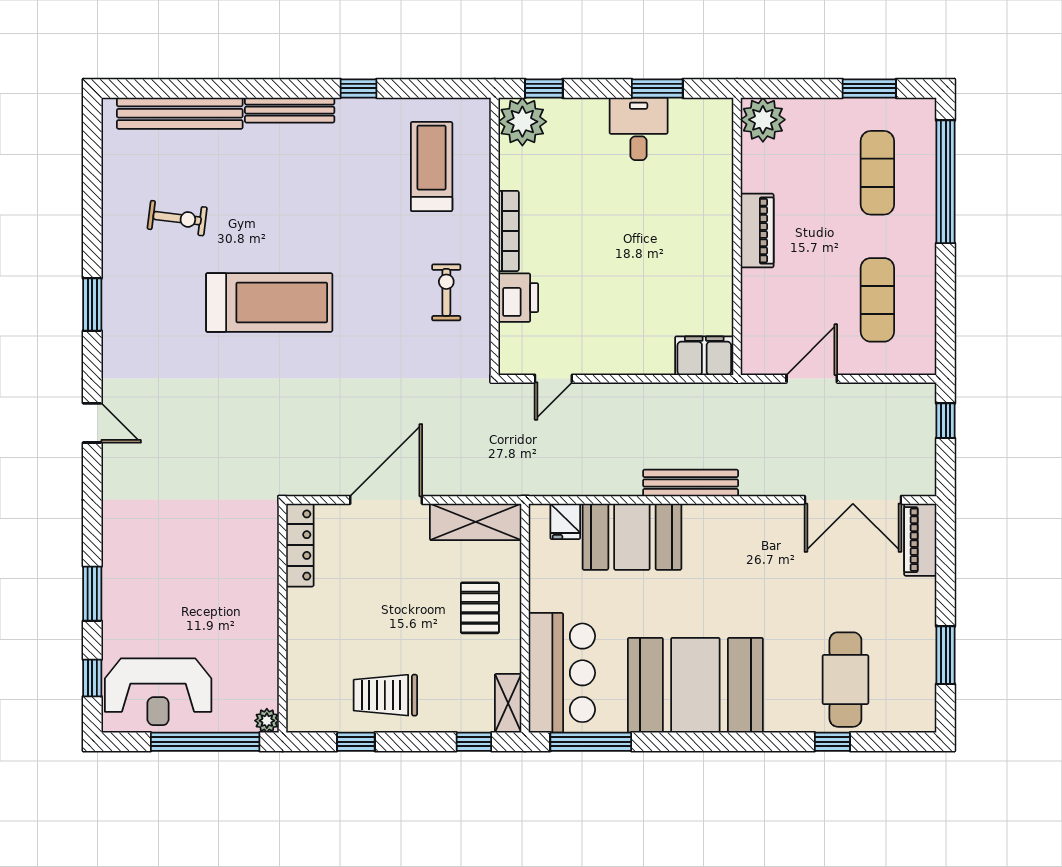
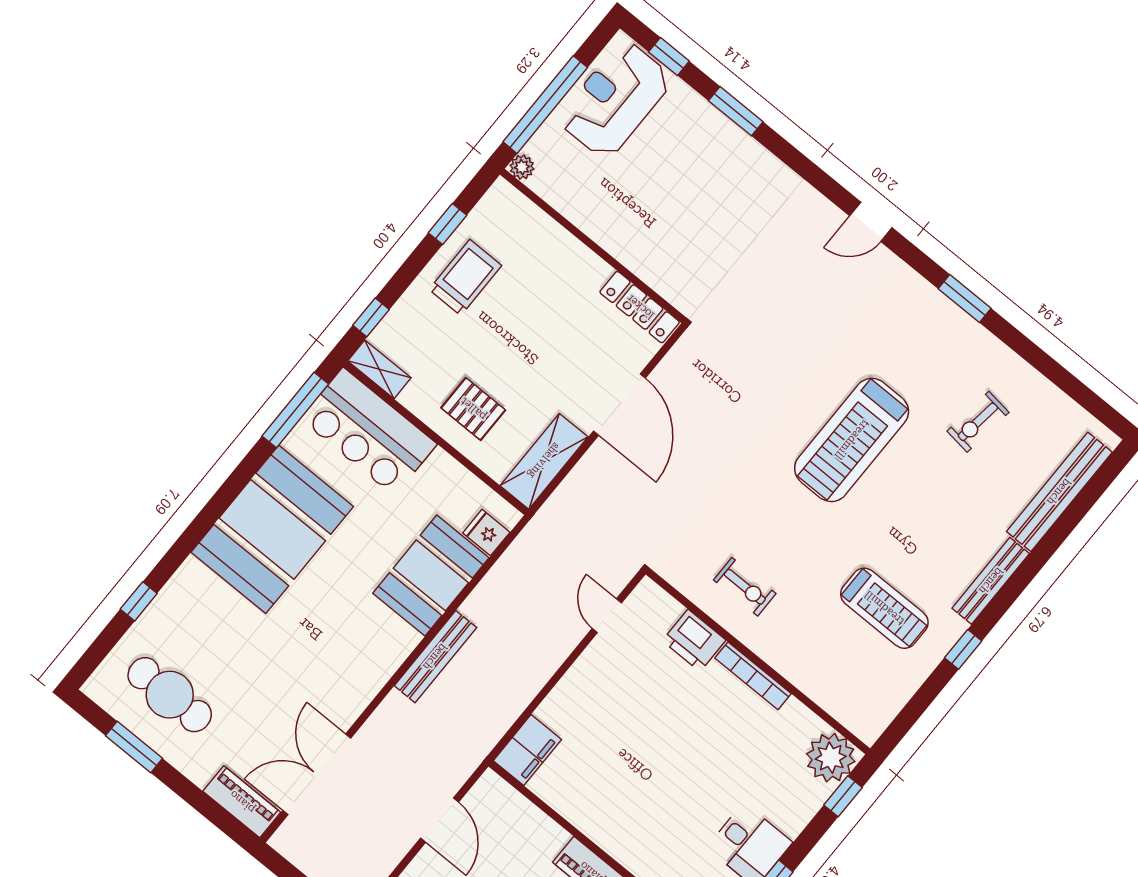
treadmill: (432, 167) -> (884, 608), moved
cafe table: (845, 680) -> (170, 695), moved

